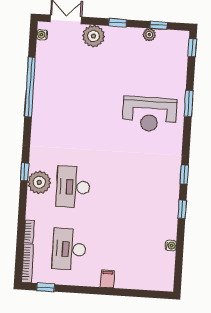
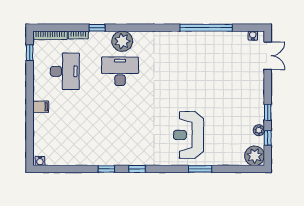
window: (118, 23) -> (268, 112), moved
plant: (94, 36) -> (255, 156), moved
window: (192, 48) -> (250, 169), removed
window: (25, 172) -> (97, 28), moved
water cooler: (171, 246) -> (40, 161), moved
desk: (69, 249) -> (65, 71), turned 90

